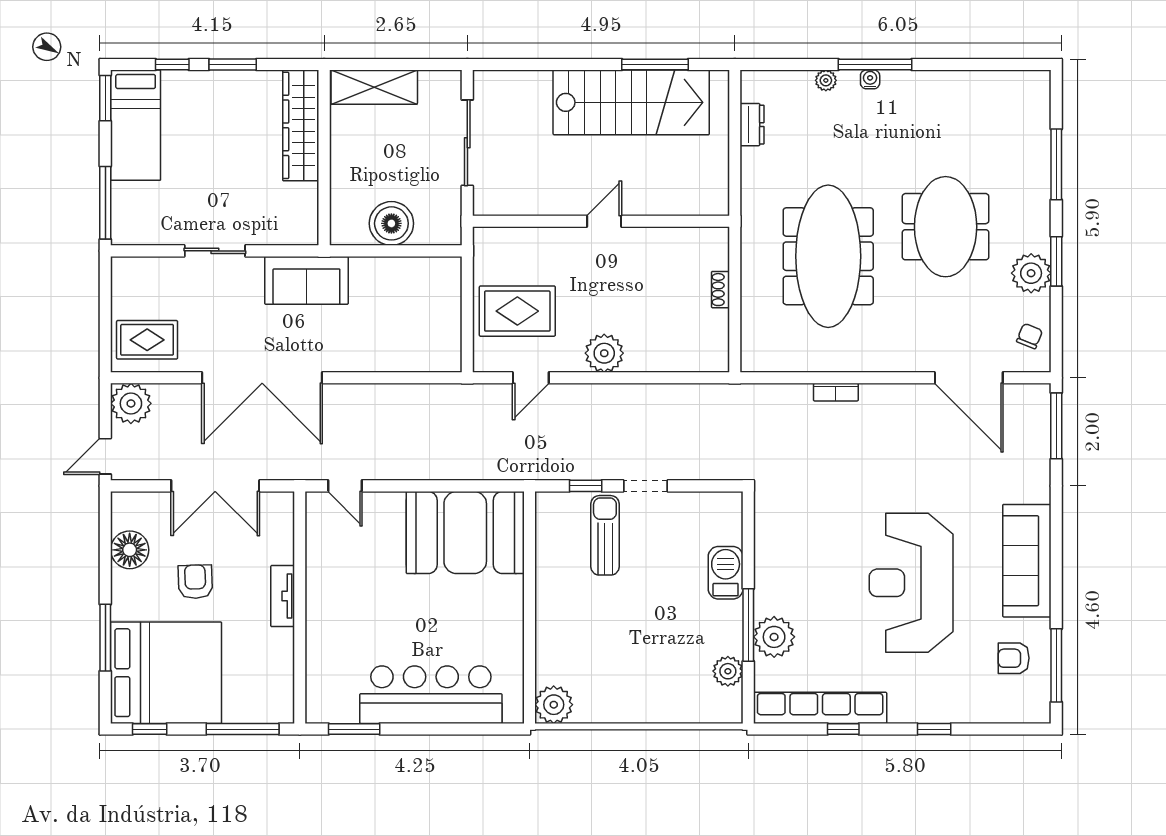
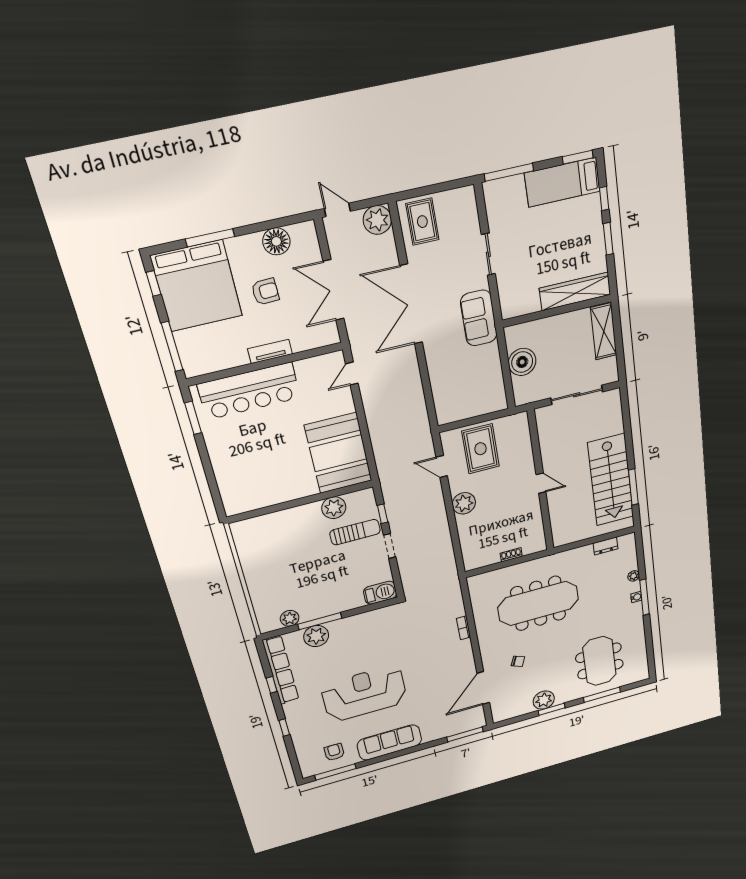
meeting table: (946, 227) -> (599, 661), moved, turned 90
chair: (1030, 336) -> (518, 661), moved
barbecue: (726, 573) -> (380, 593), moved
bar counter: (431, 695) -> (249, 391), moved, turned 90
plant: (554, 705) -> (334, 508), moved

